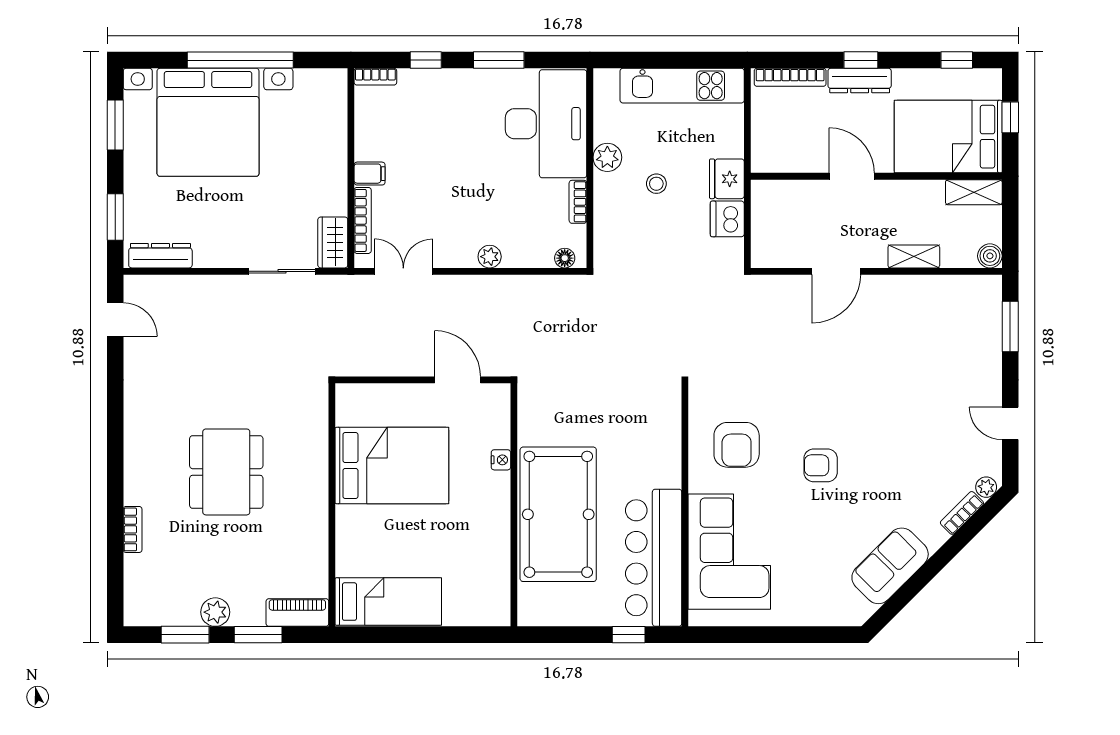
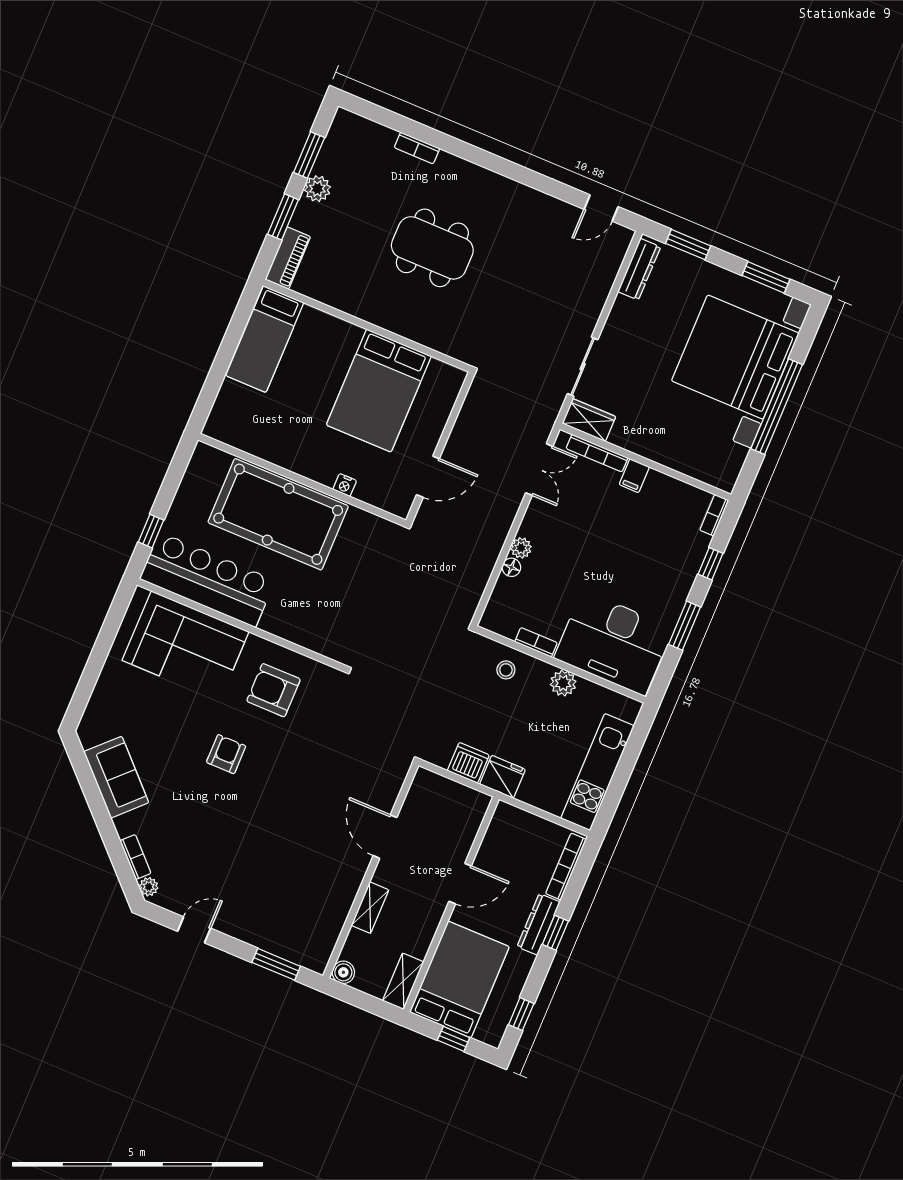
stool: (656, 184) -> (506, 670), moved
floor lamp: (565, 258) -> (511, 567), moved

